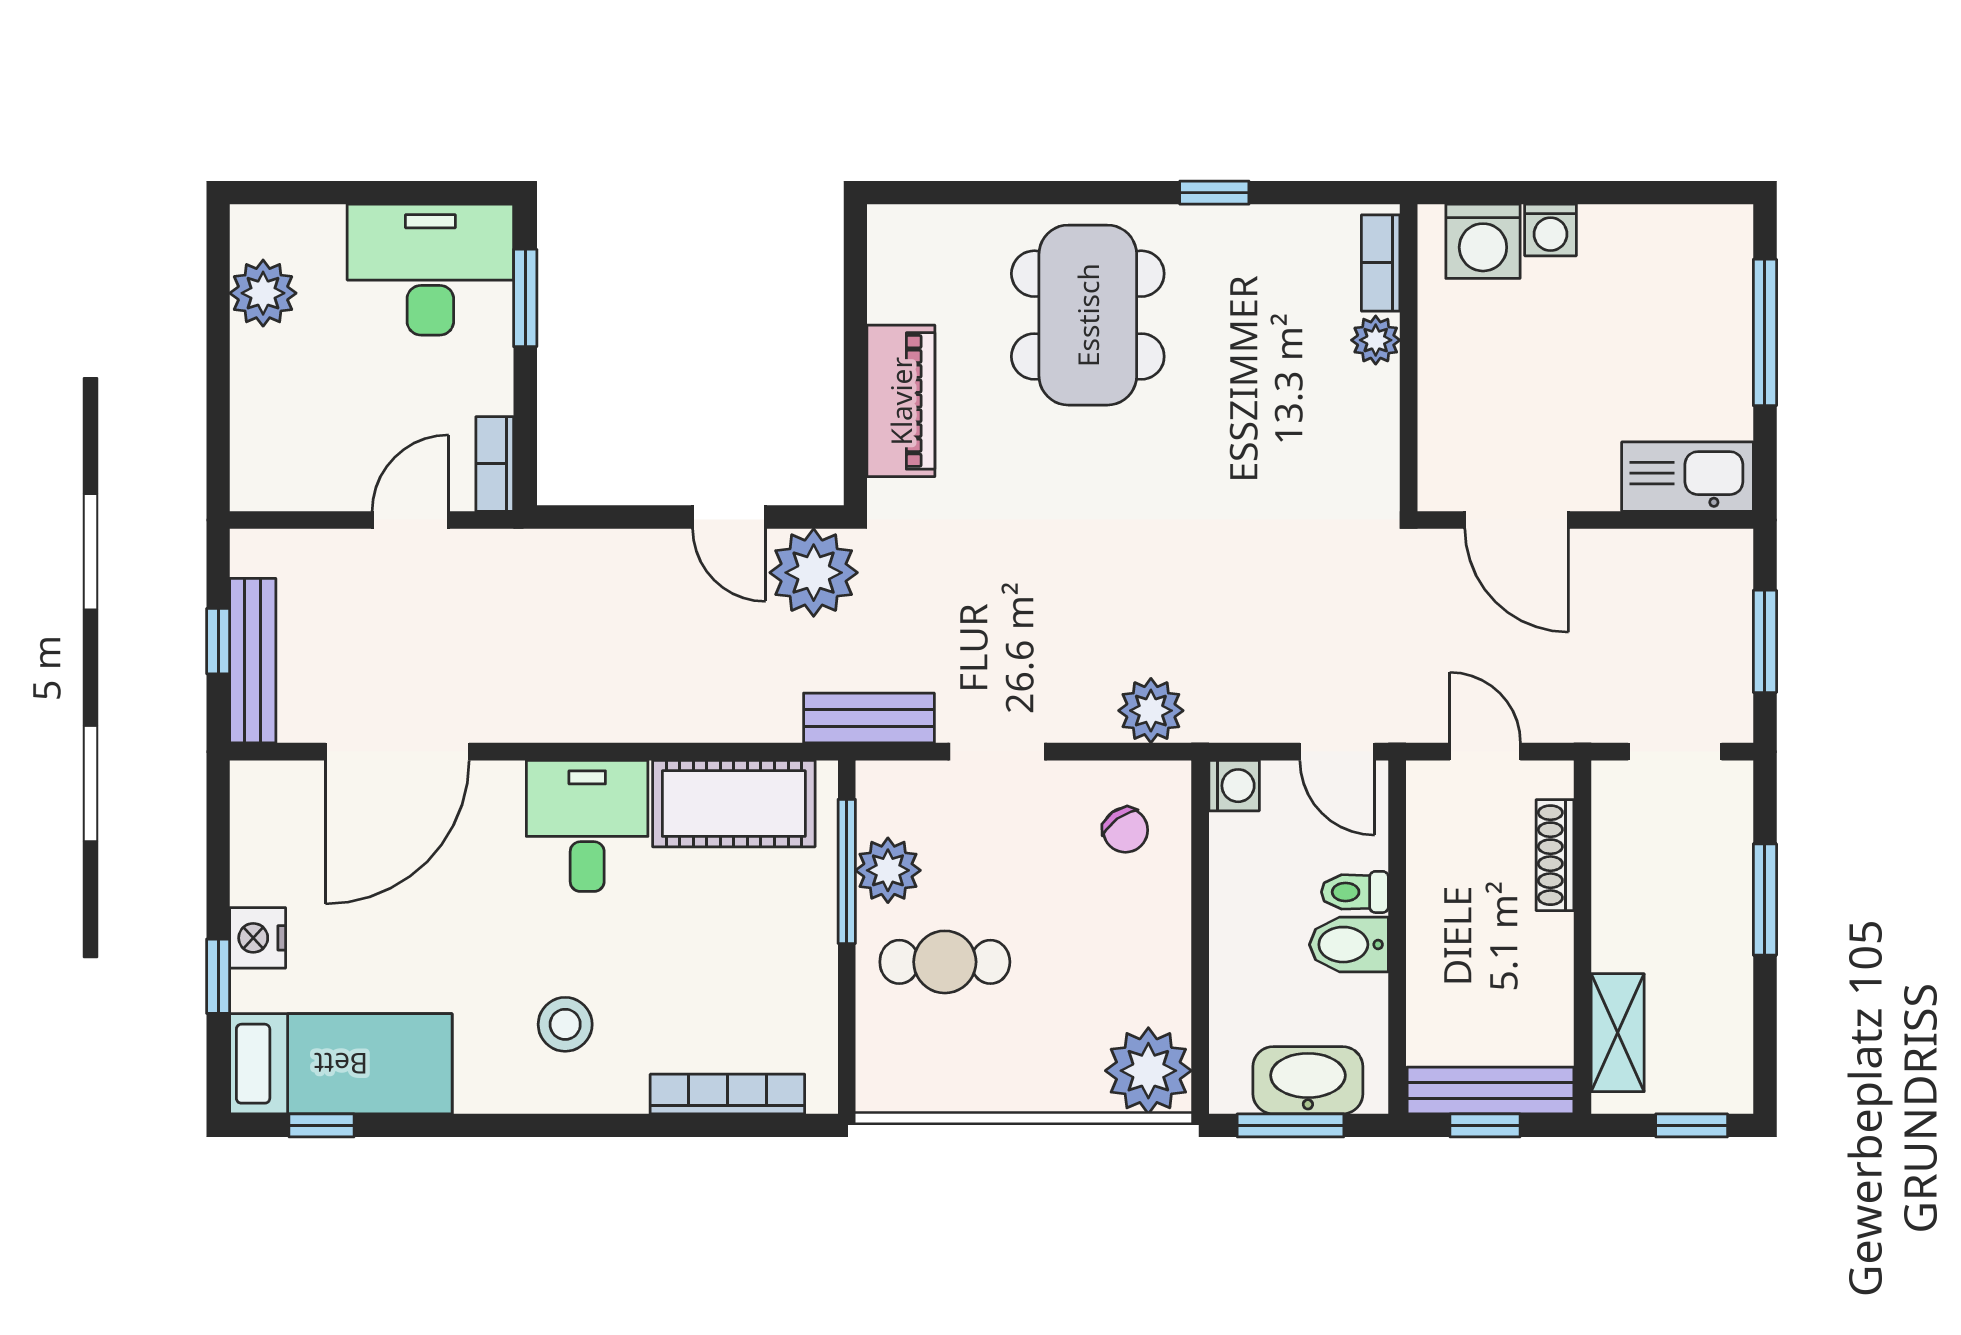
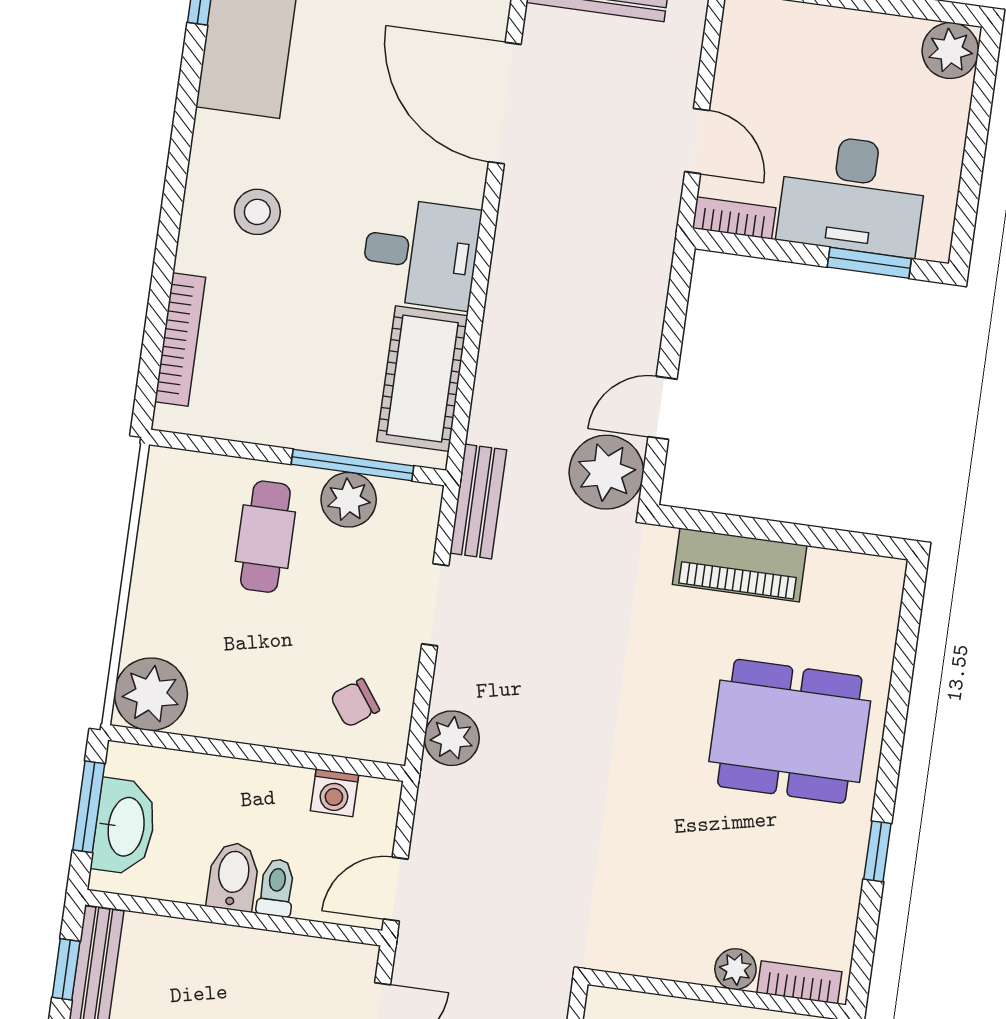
desk: (430, 270) -> (853, 195), moved, turned 90
plant: (263, 293) -> (950, 51), moved
washing machine: (1234, 786) -> (335, 793), moved

